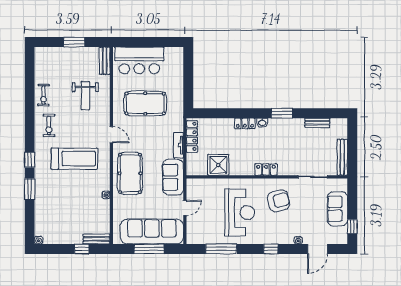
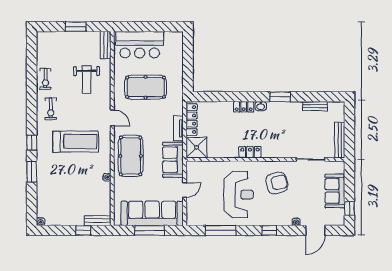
shower: (218, 165) -> (196, 147), moved
locker: (266, 170) -> (250, 152), moved

